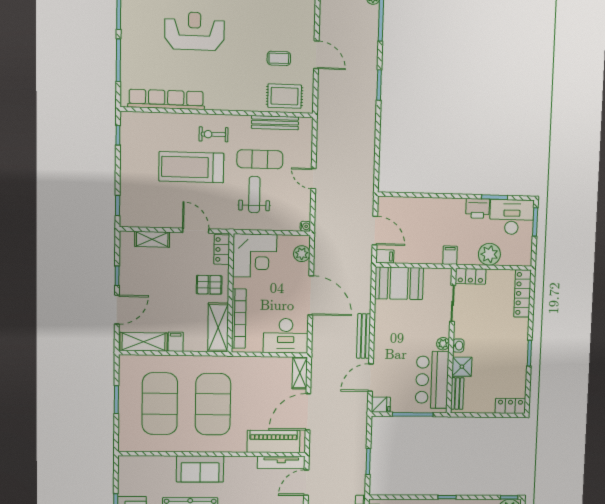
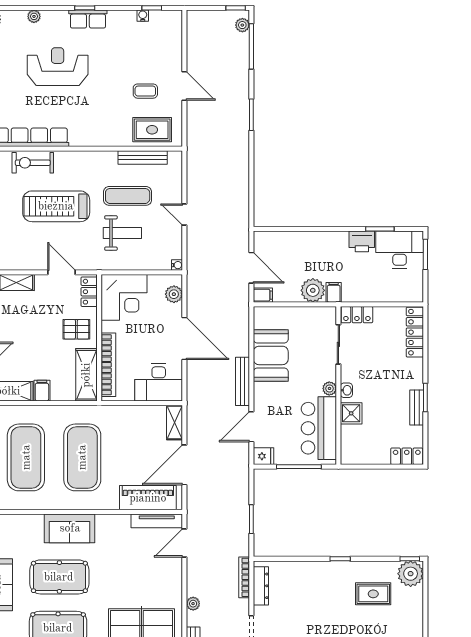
exercise bike: (214, 134) -> (33, 163), moved, width x1.38, depth x1.39
weight bench: (254, 195) -> (122, 233), turned 90
plant: (489, 254) -> (313, 290), moved
booth: (399, 283) -> (271, 355), moved, turned 90
bench: (457, 394) -> (417, 407), moved

